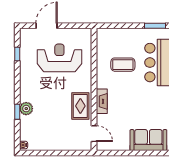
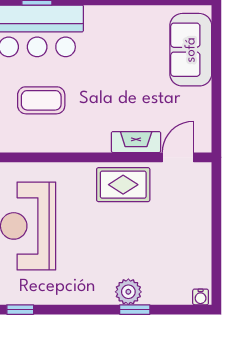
coffee table: (123, 65) -> (41, 100), turned 90
fireplace: (102, 101) -> (136, 142), moved

